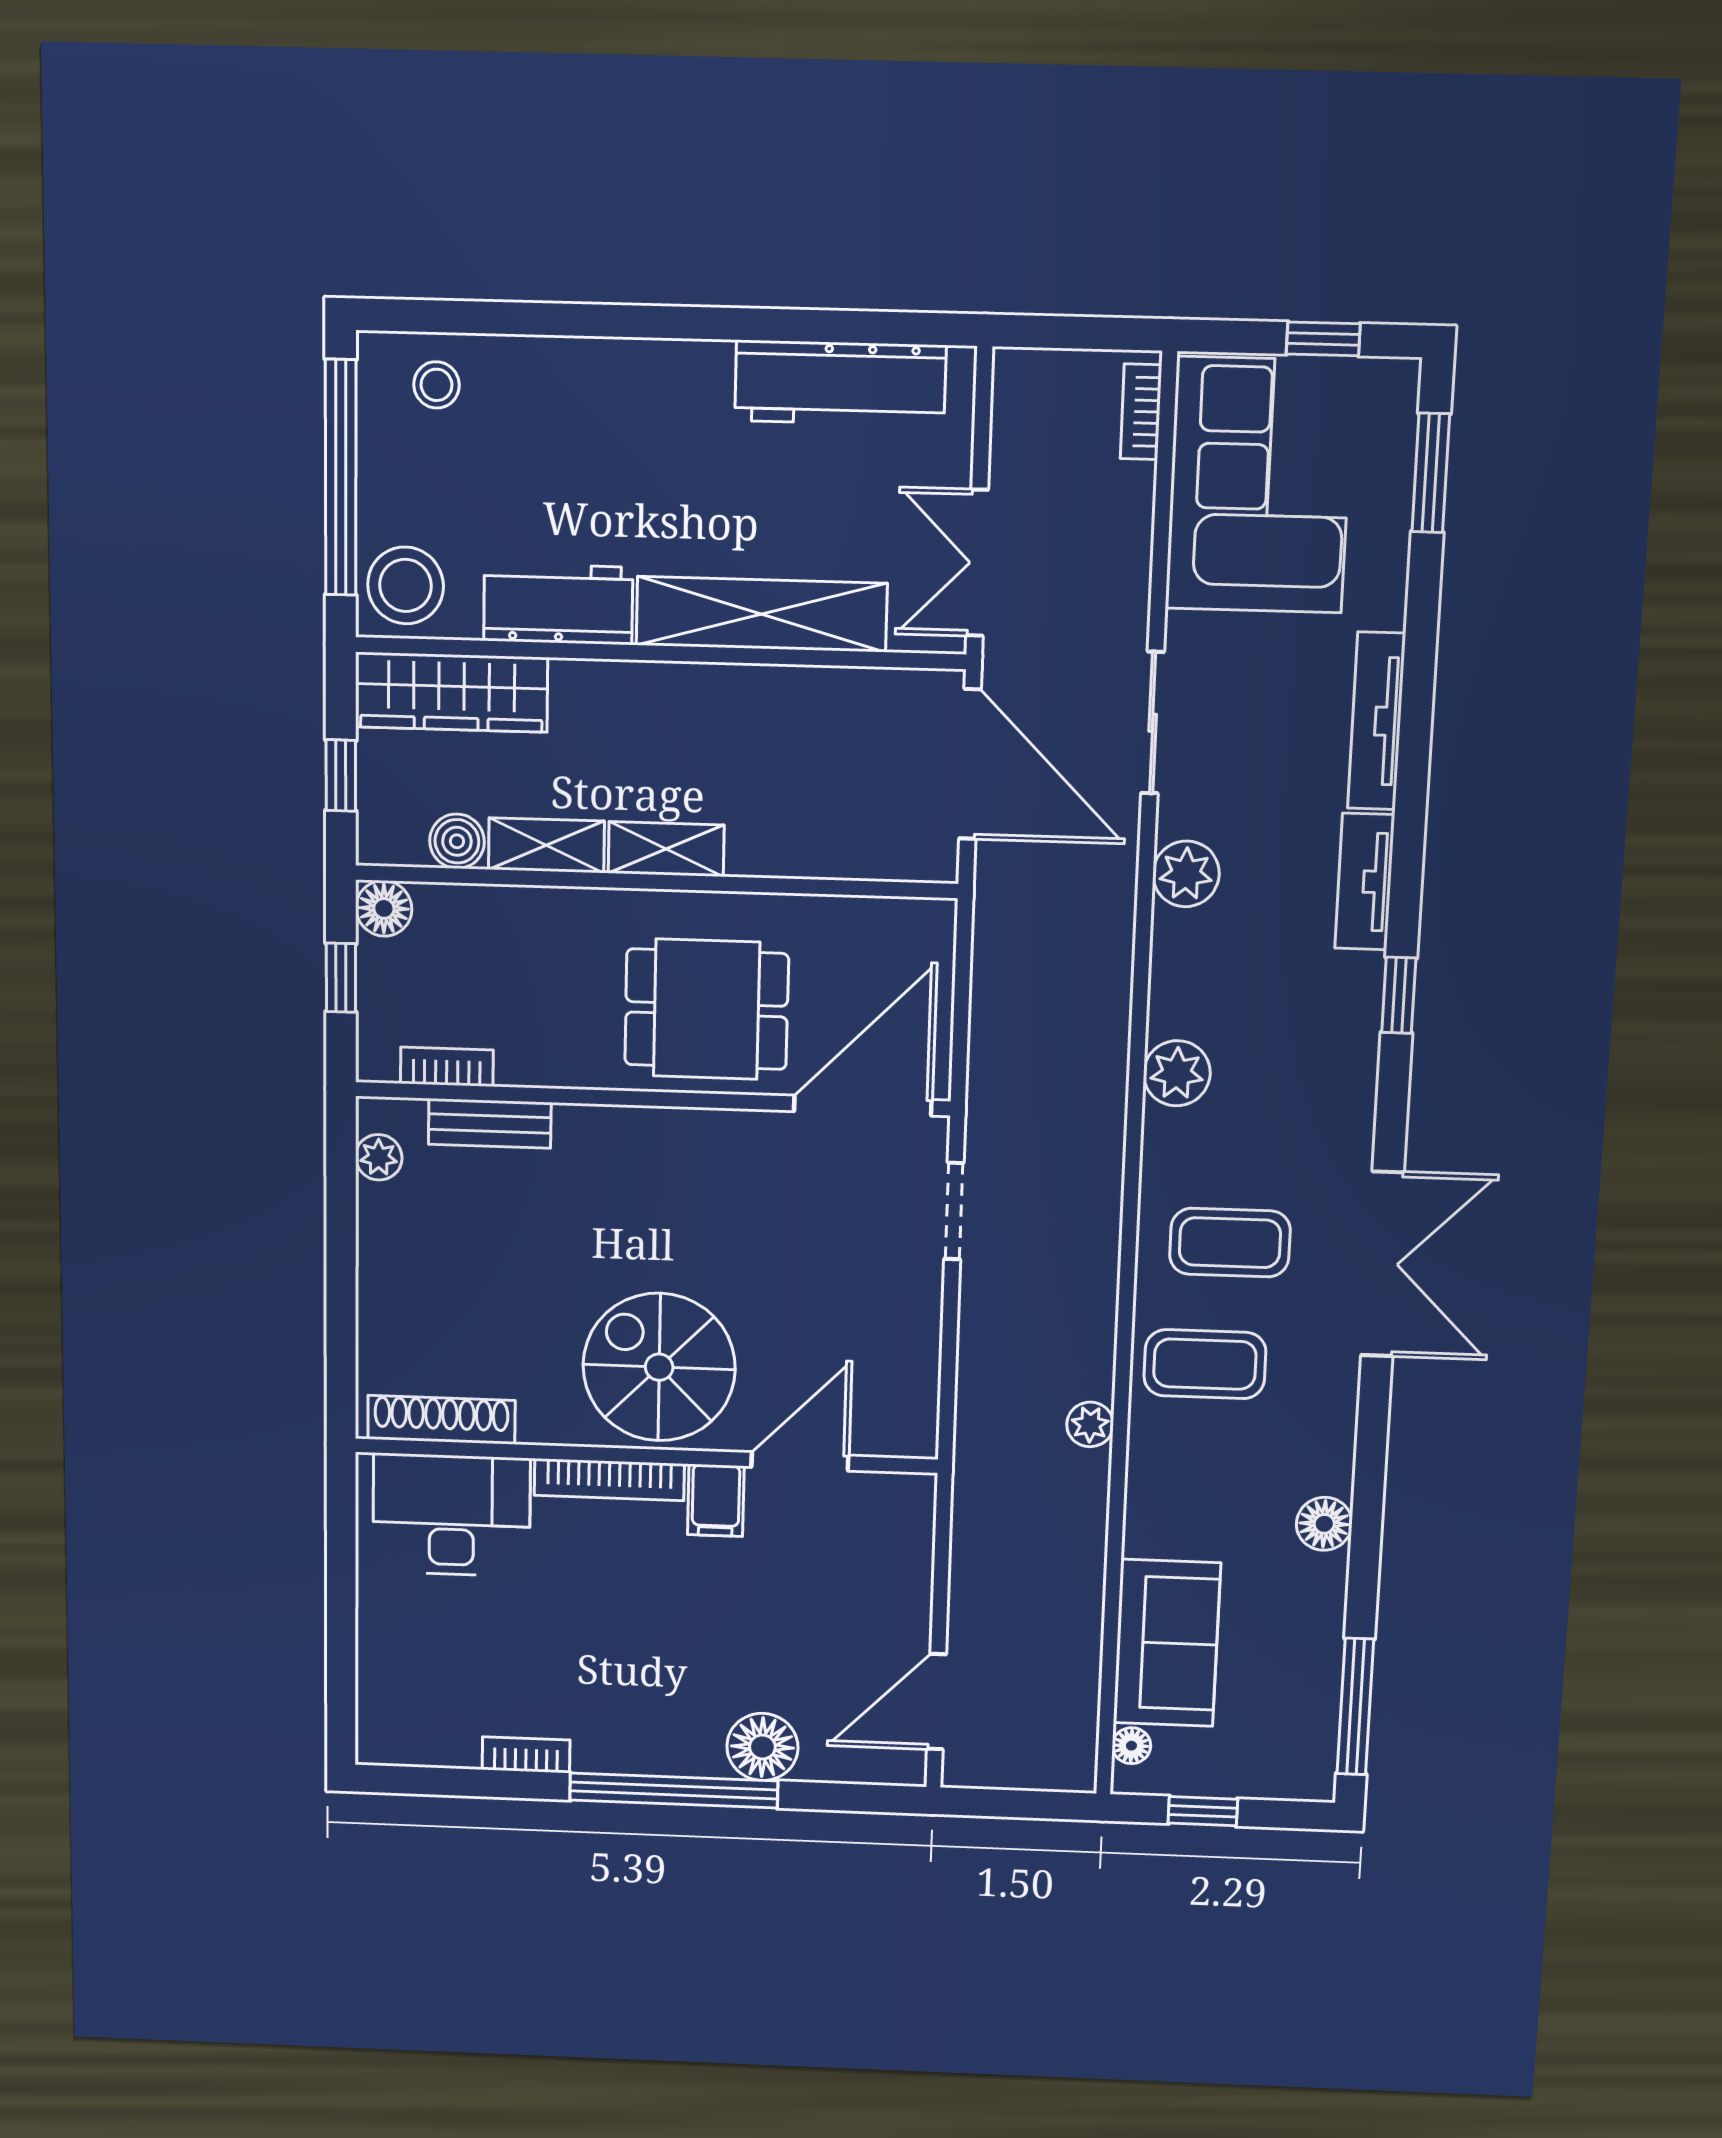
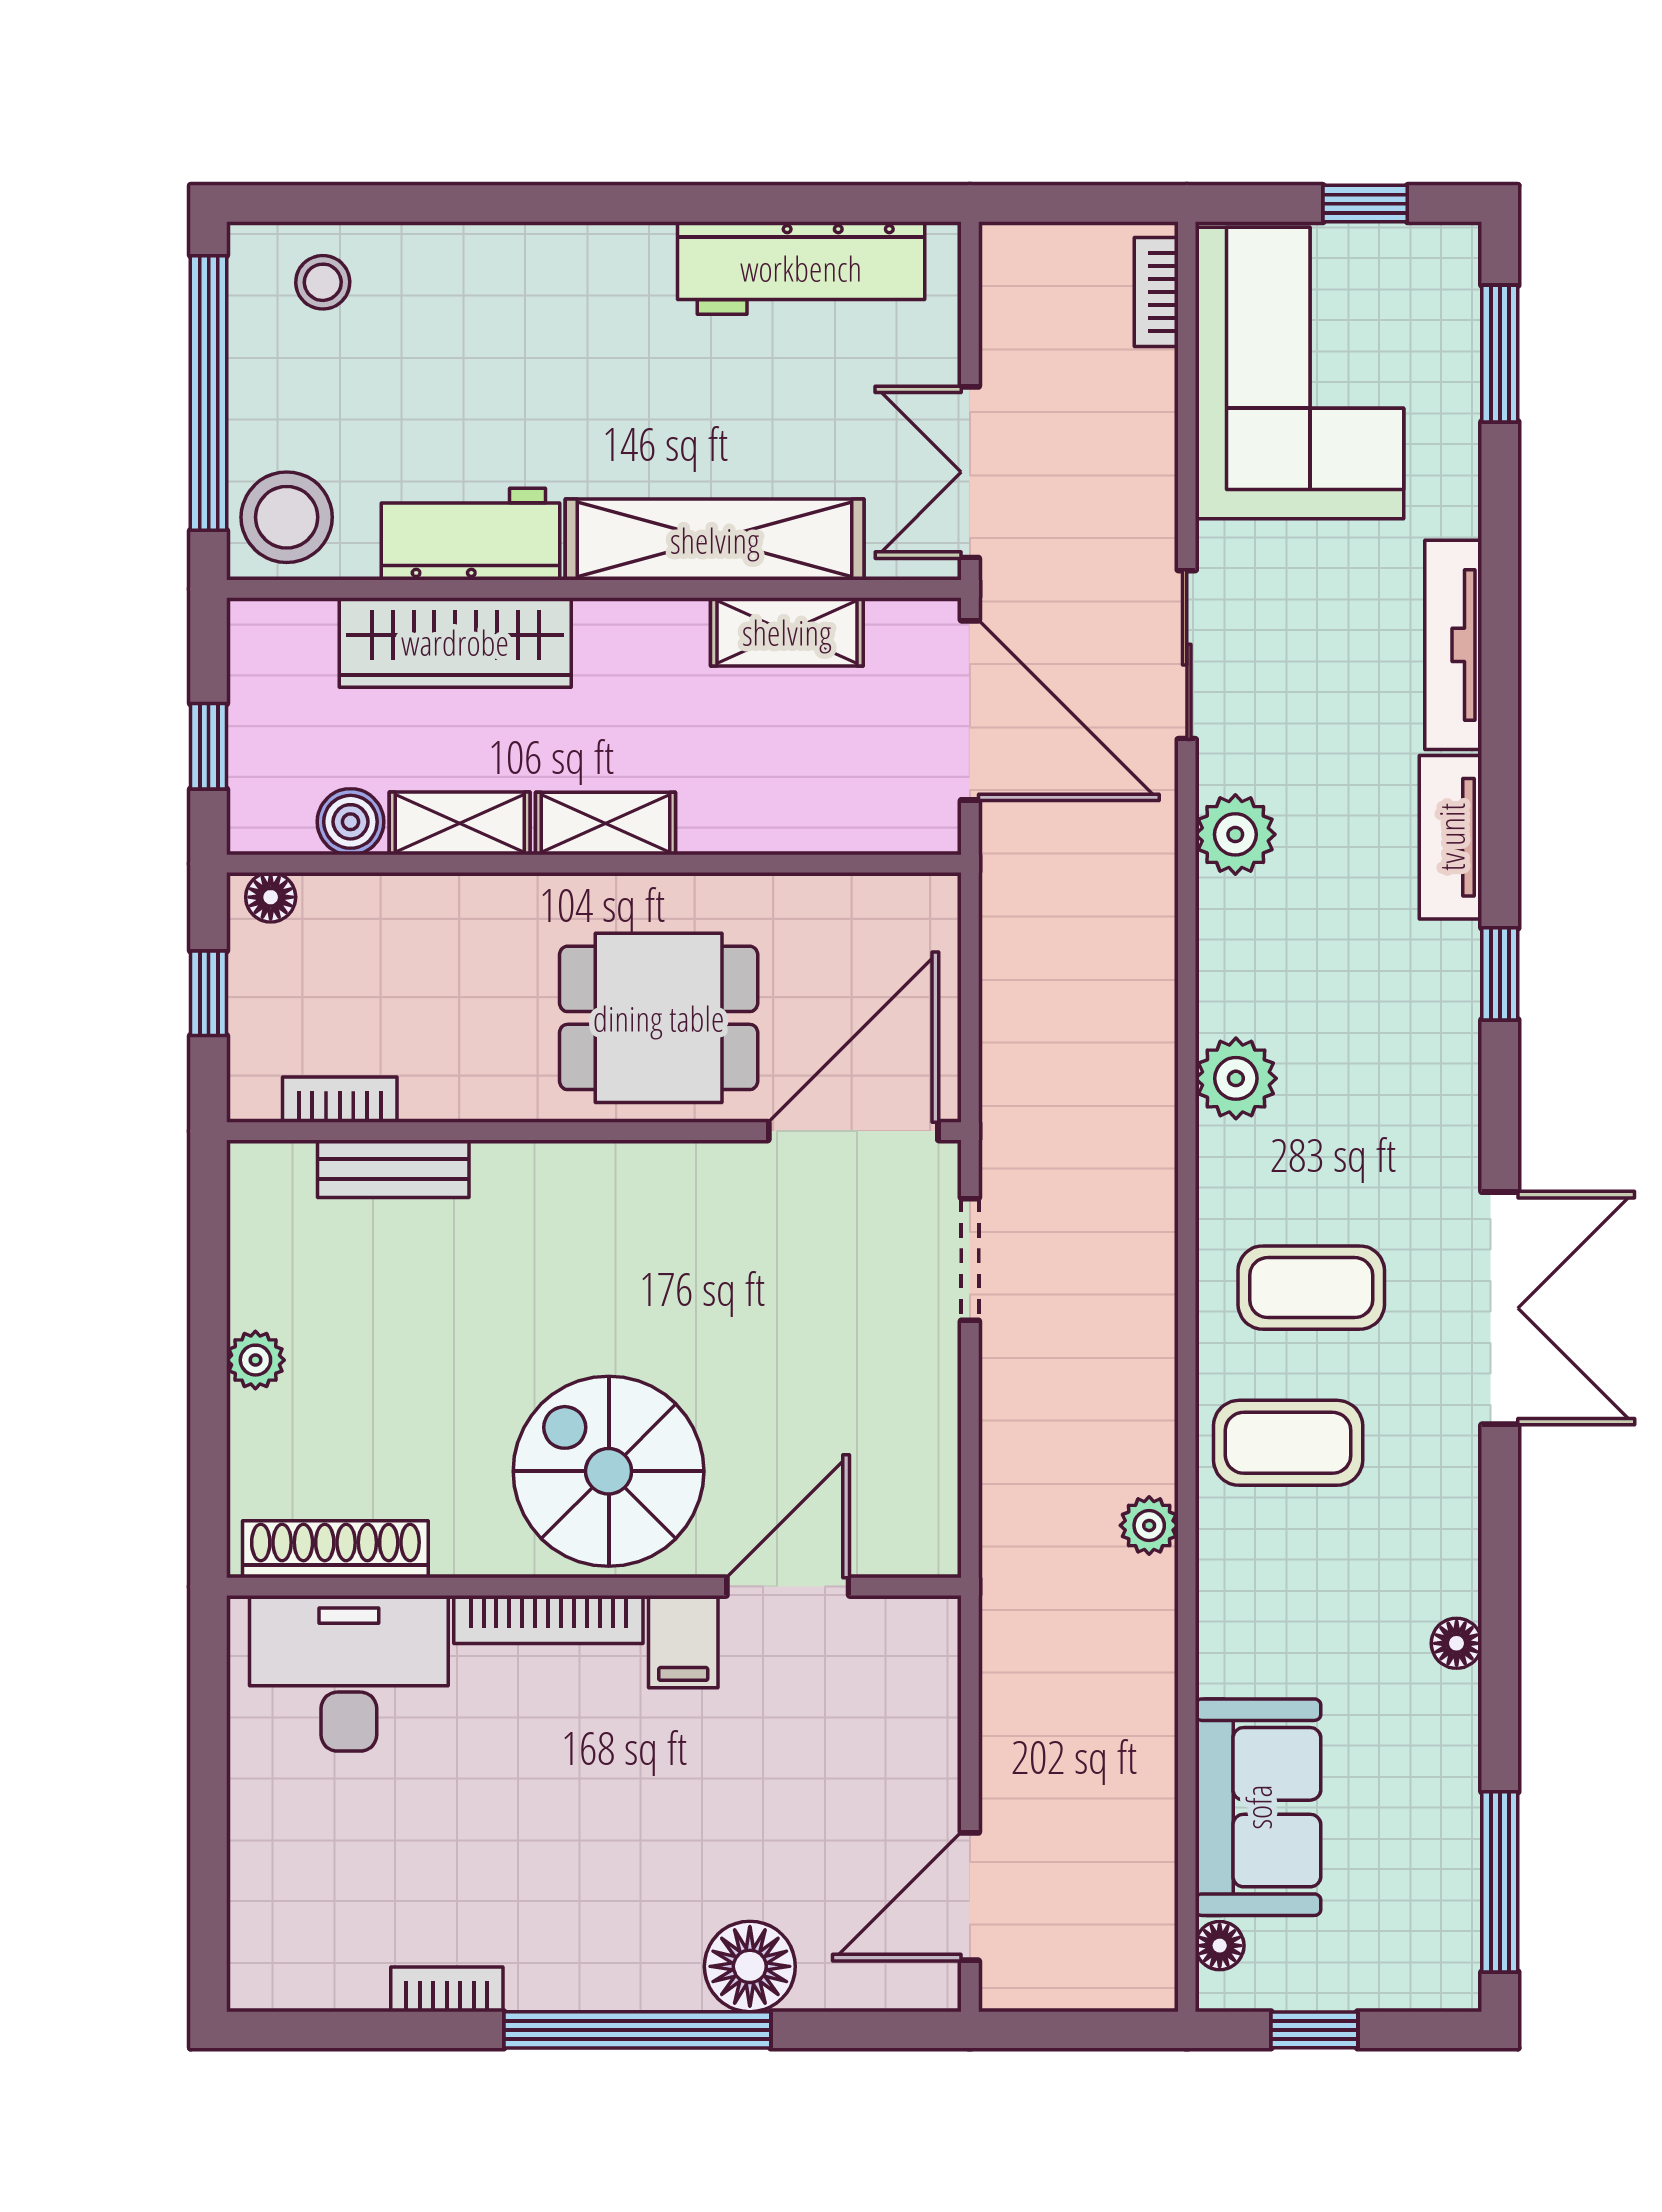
wardrobe: (451, 692) -> (455, 642), moved
shelving: (820, 694) -> (787, 632), added
floor lamp: (384, 908) -> (271, 897), width x0.73, depth x0.73
plant: (379, 1157) -> (255, 1360), moved
floor lamp: (1324, 1524) -> (1457, 1643), width x0.73, depth x0.73

